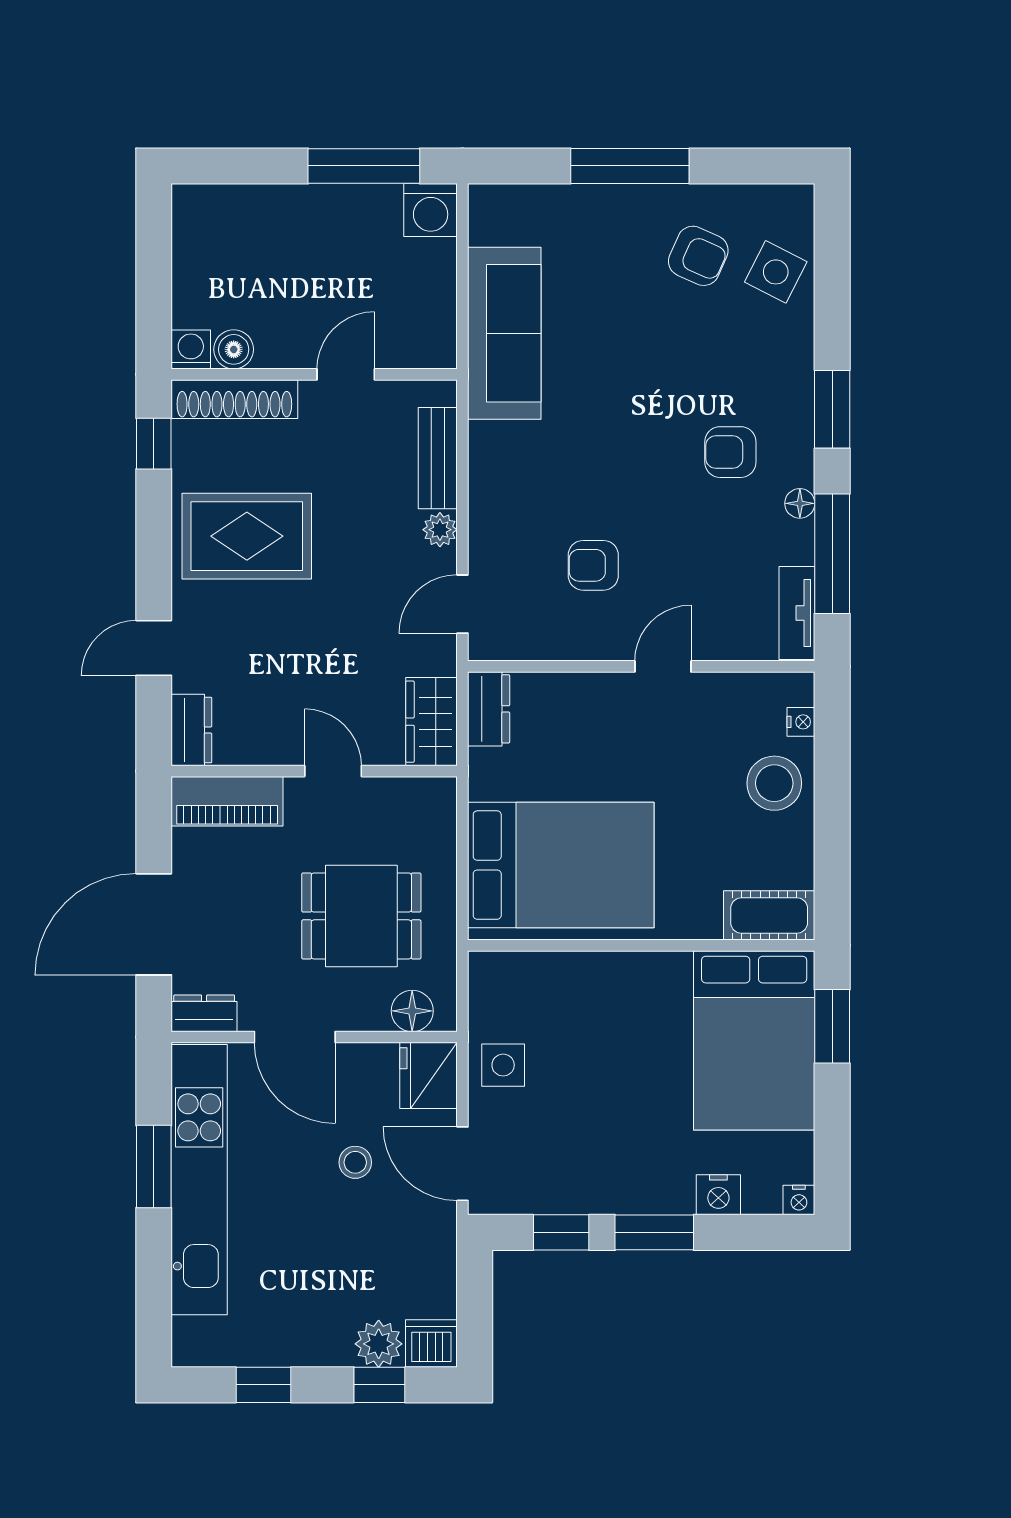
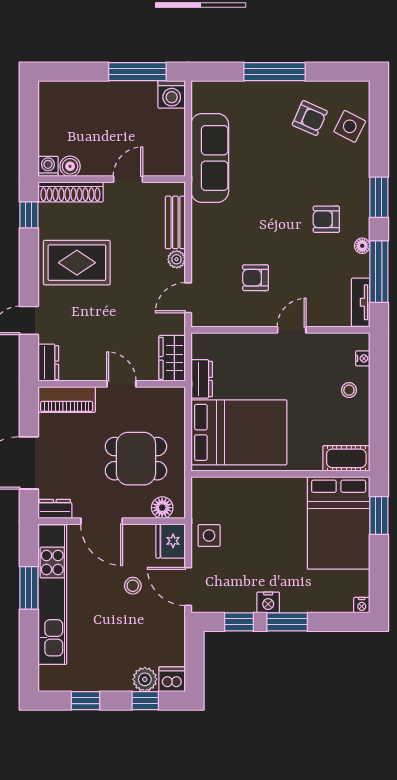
dresser: (489, 709) -> (202, 379), moved
stool: (774, 783) -> (349, 390), width x0.53, depth x0.53
nightstand: (718, 1195) -> (268, 602), moved

